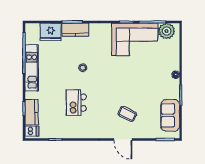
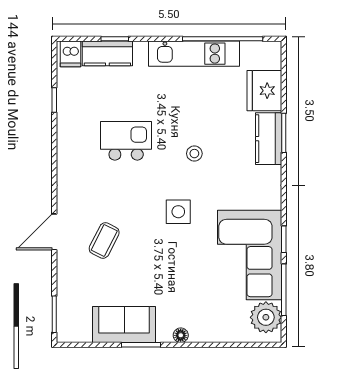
side table: (113, 76) -> (178, 212), added
sofa: (170, 115) -> (124, 324), moved

